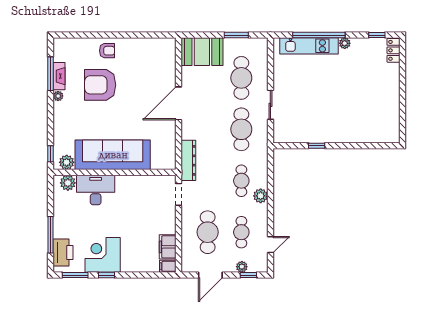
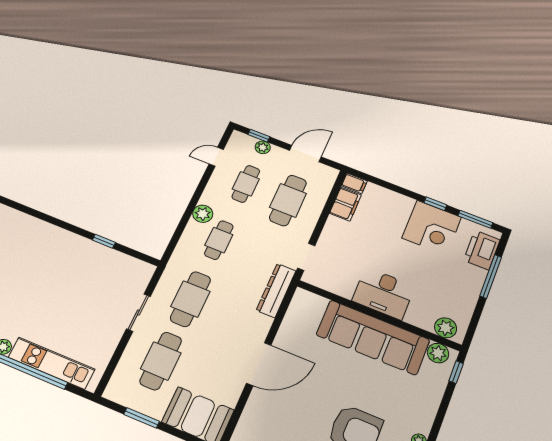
desk: (96, 190) -> (383, 293), moved

